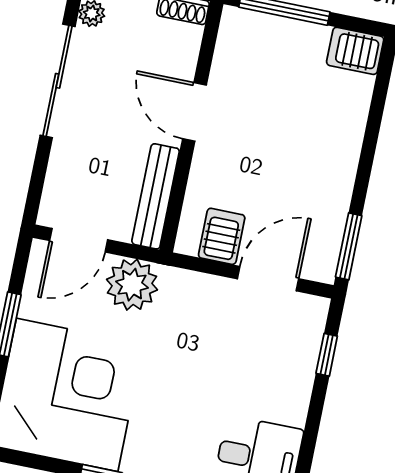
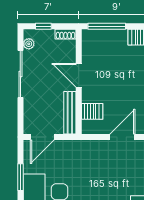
server rack: (222, 236) -> (92, 111), moved, turned 90
plant: (132, 285) -> (68, 151), removed

